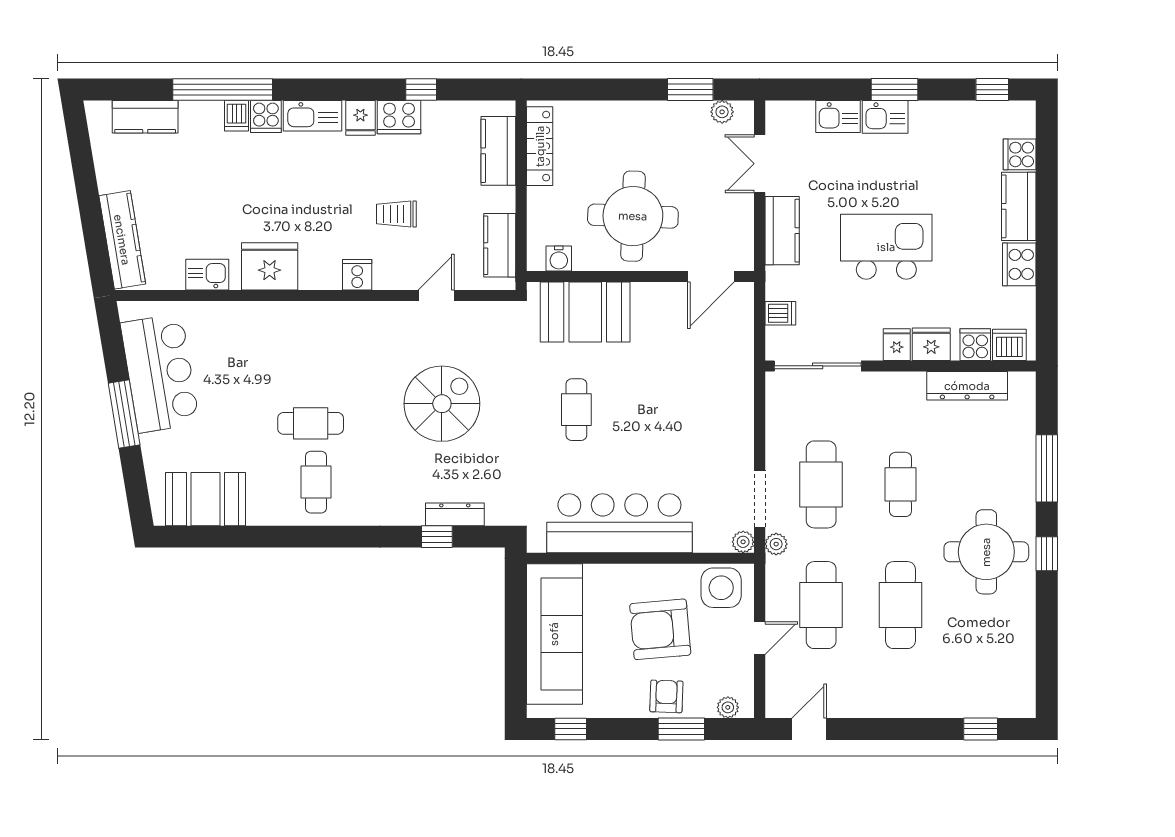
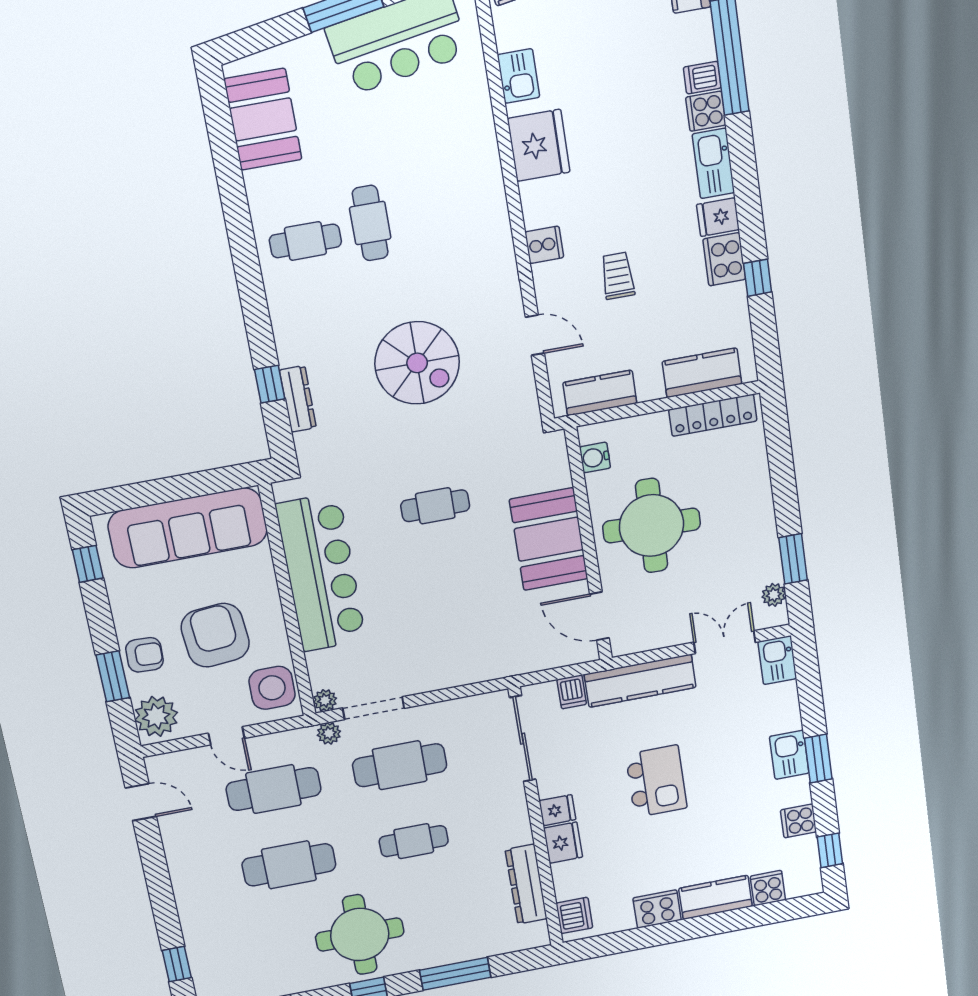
kitchen sink: (838, 116) -> (777, 660), moved
kitchen counter: (782, 231) -> (640, 681), width x1.50
kitchen island: (886, 247) -> (656, 781), width x0.73, depth x0.78
booth: (585, 312) -> (549, 539), moved
cooker: (975, 345) -> (798, 821), moved, turned 180
plant: (728, 707) -> (156, 716), width x1.88, depth x1.88

